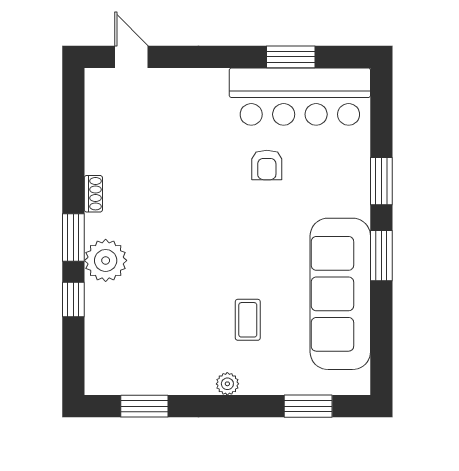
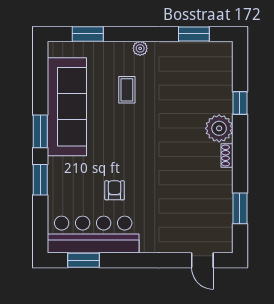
window: (291, 57) -> (84, 260), moved
shoe rack: (93, 194) -> (227, 155), moved
window: (73, 237) -> (240, 208), moved

